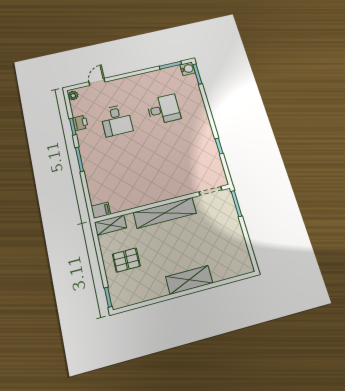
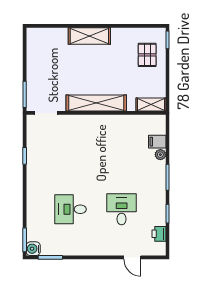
door: (97, 82) -> (132, 257), hinge flipped
plant: (73, 96) -> (160, 155), moved
printer: (80, 123) -> (159, 234), moved
filing cabinet: (101, 210) -> (157, 142), moved
pallet: (126, 260) -> (147, 55), moved, turned 90

